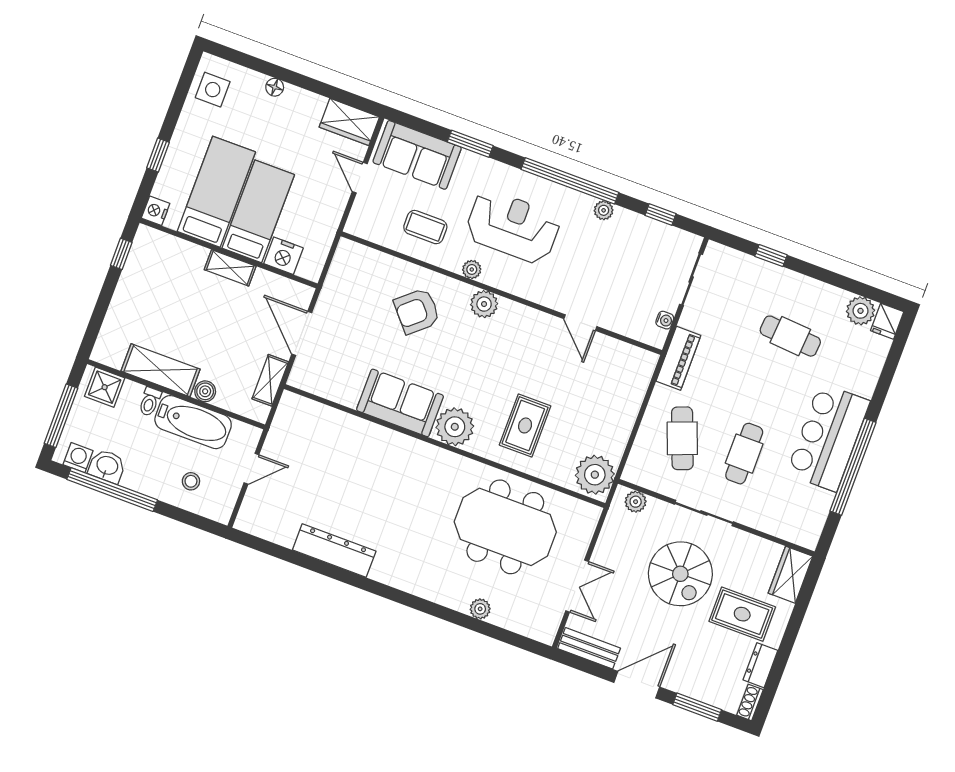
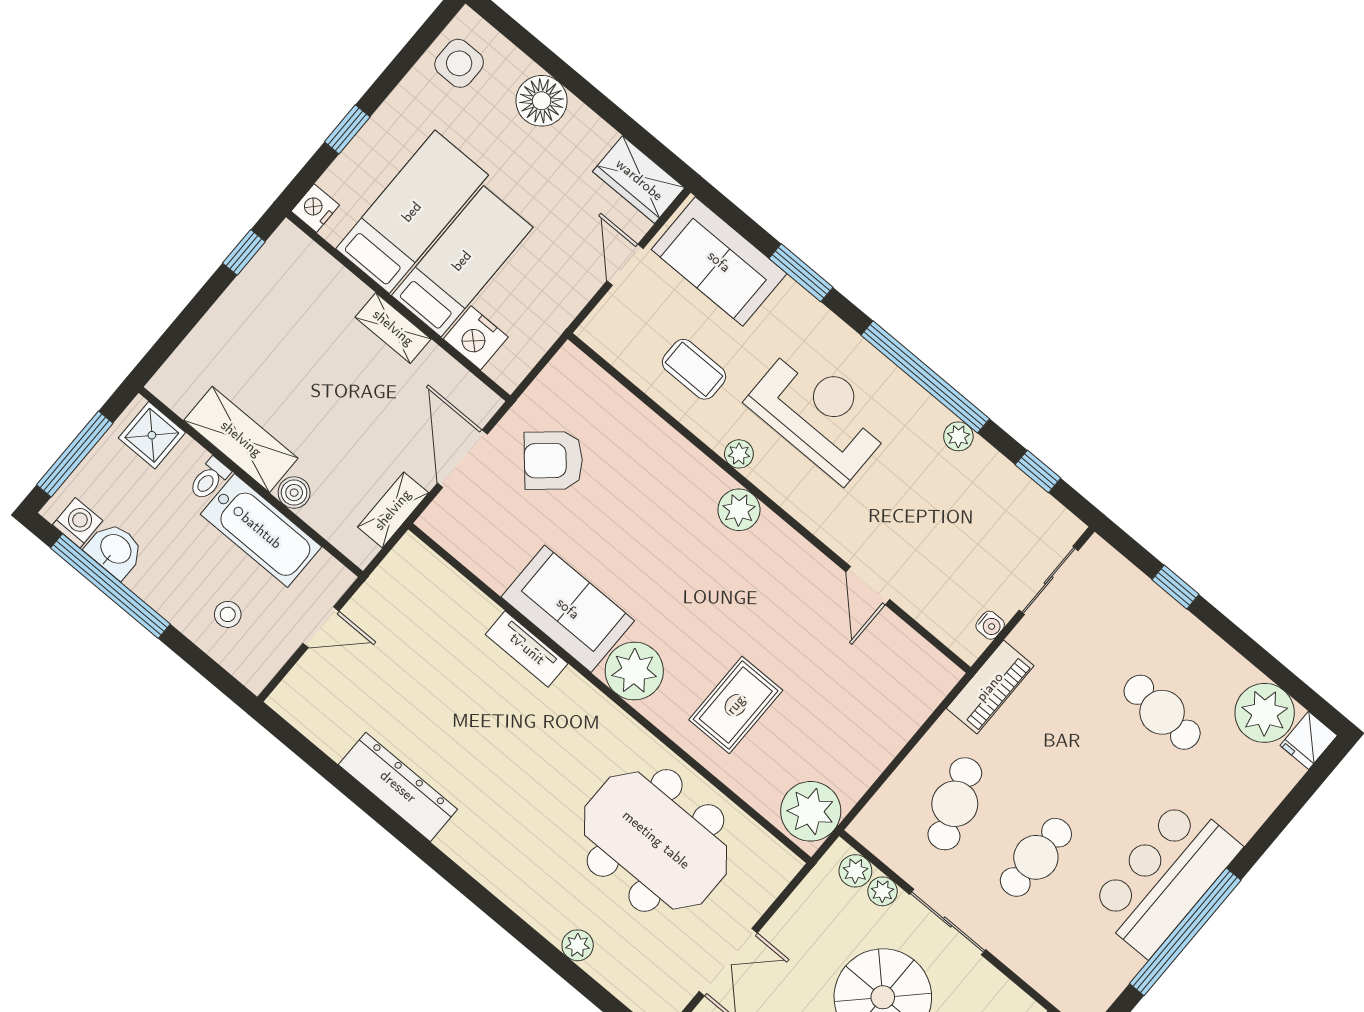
floor lamp: (275, 87) -> (542, 101), width x1.89, depth x1.89
armchair: (417, 311) -> (553, 460), moved
plant: (860, 311) -> (1265, 713), width x1.36, depth x1.36
tv unit: (383, 437) -> (527, 649), added
plant: (657, 508) -> (883, 891), added

